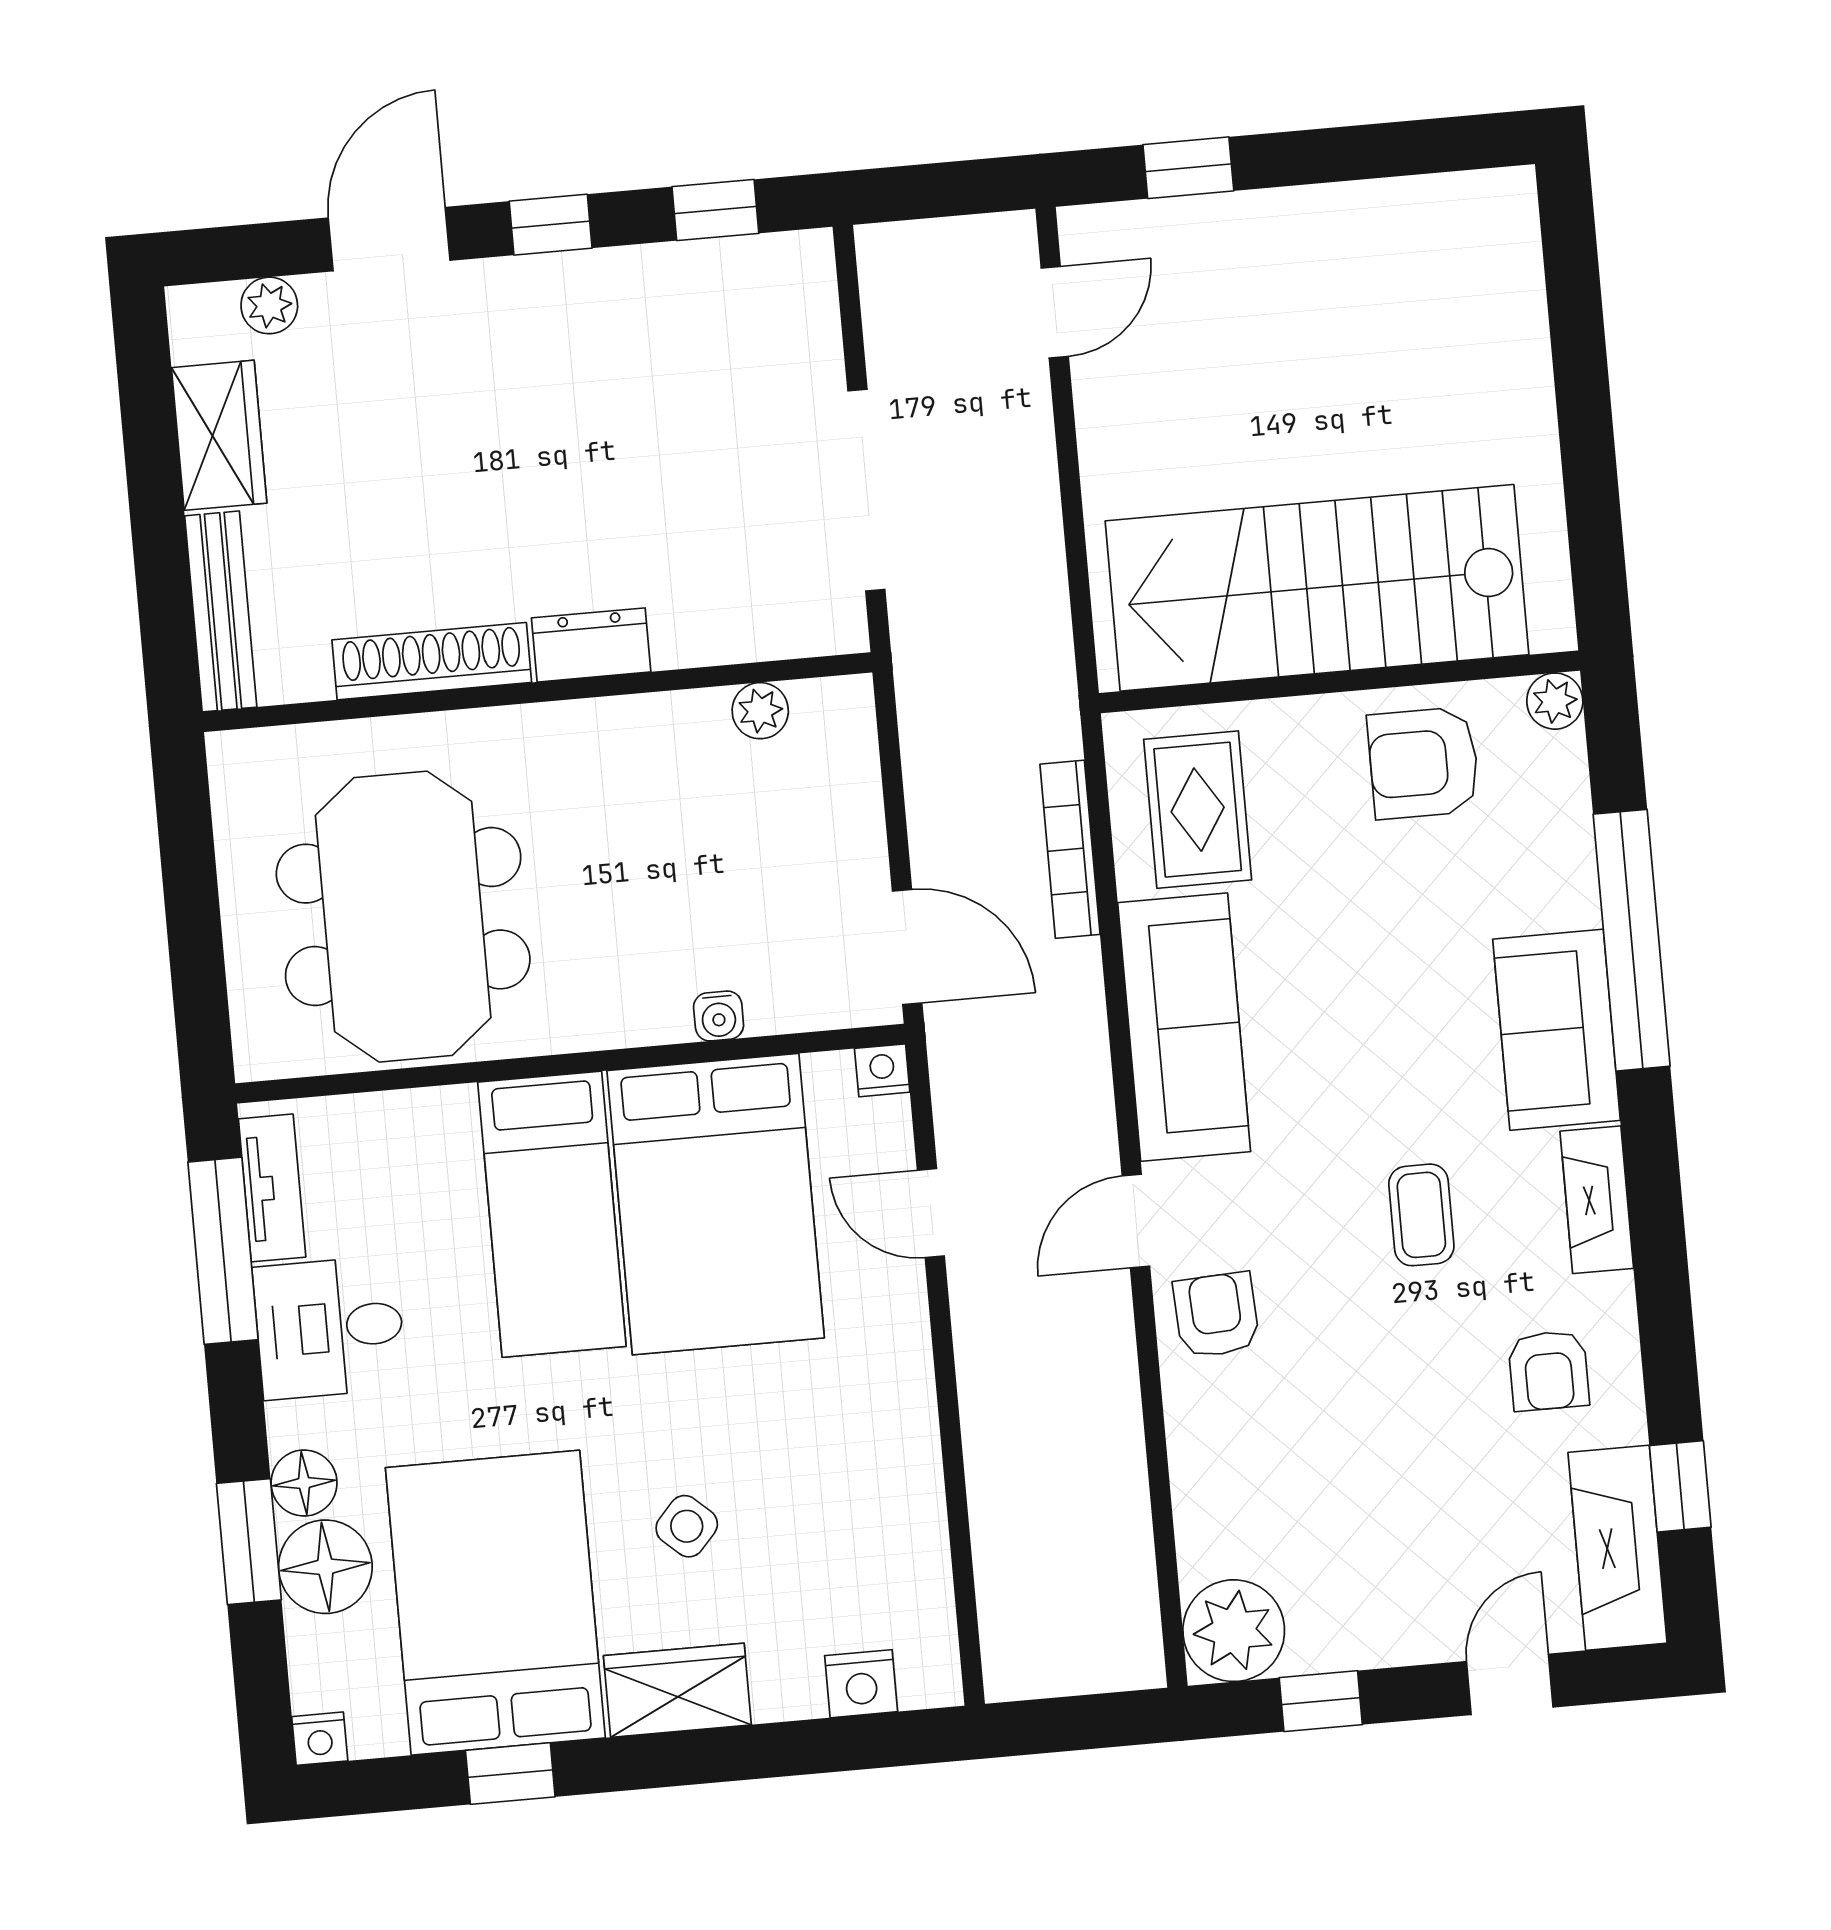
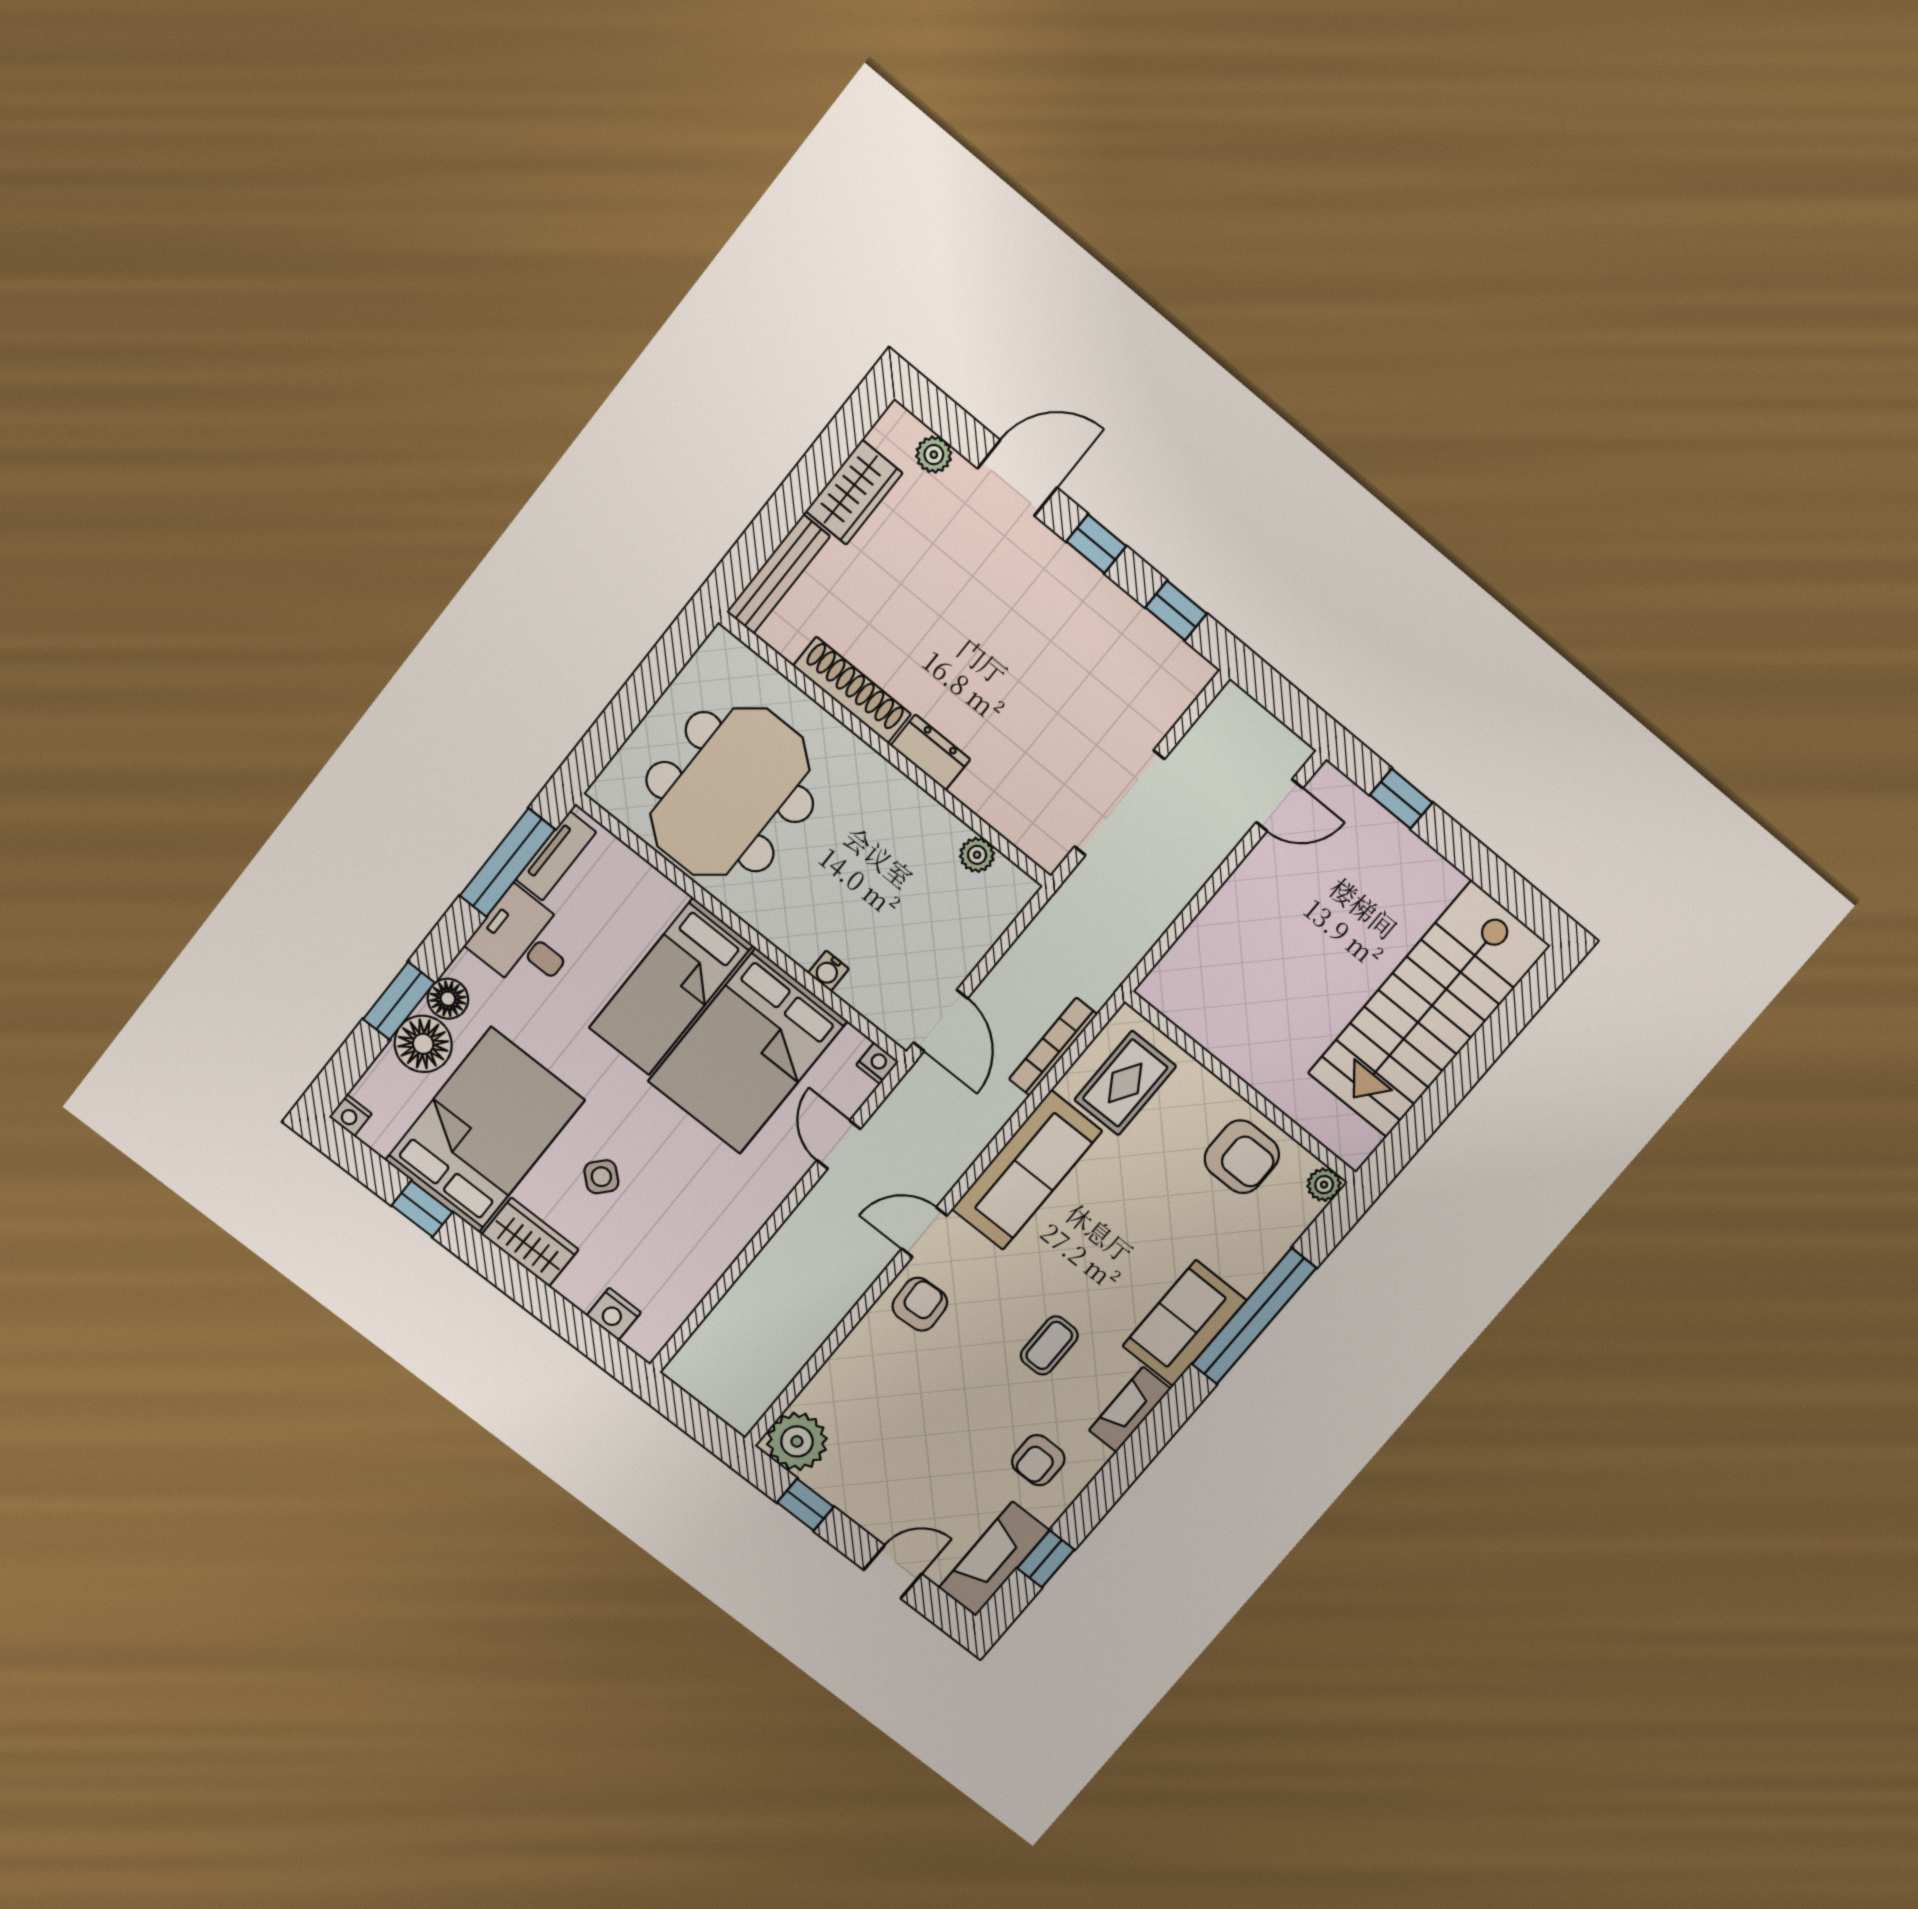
stairs: (1317, 588) -> (1429, 1010), moved, turned -90
armchair: (1423, 763) -> (1242, 1157), turned 180

